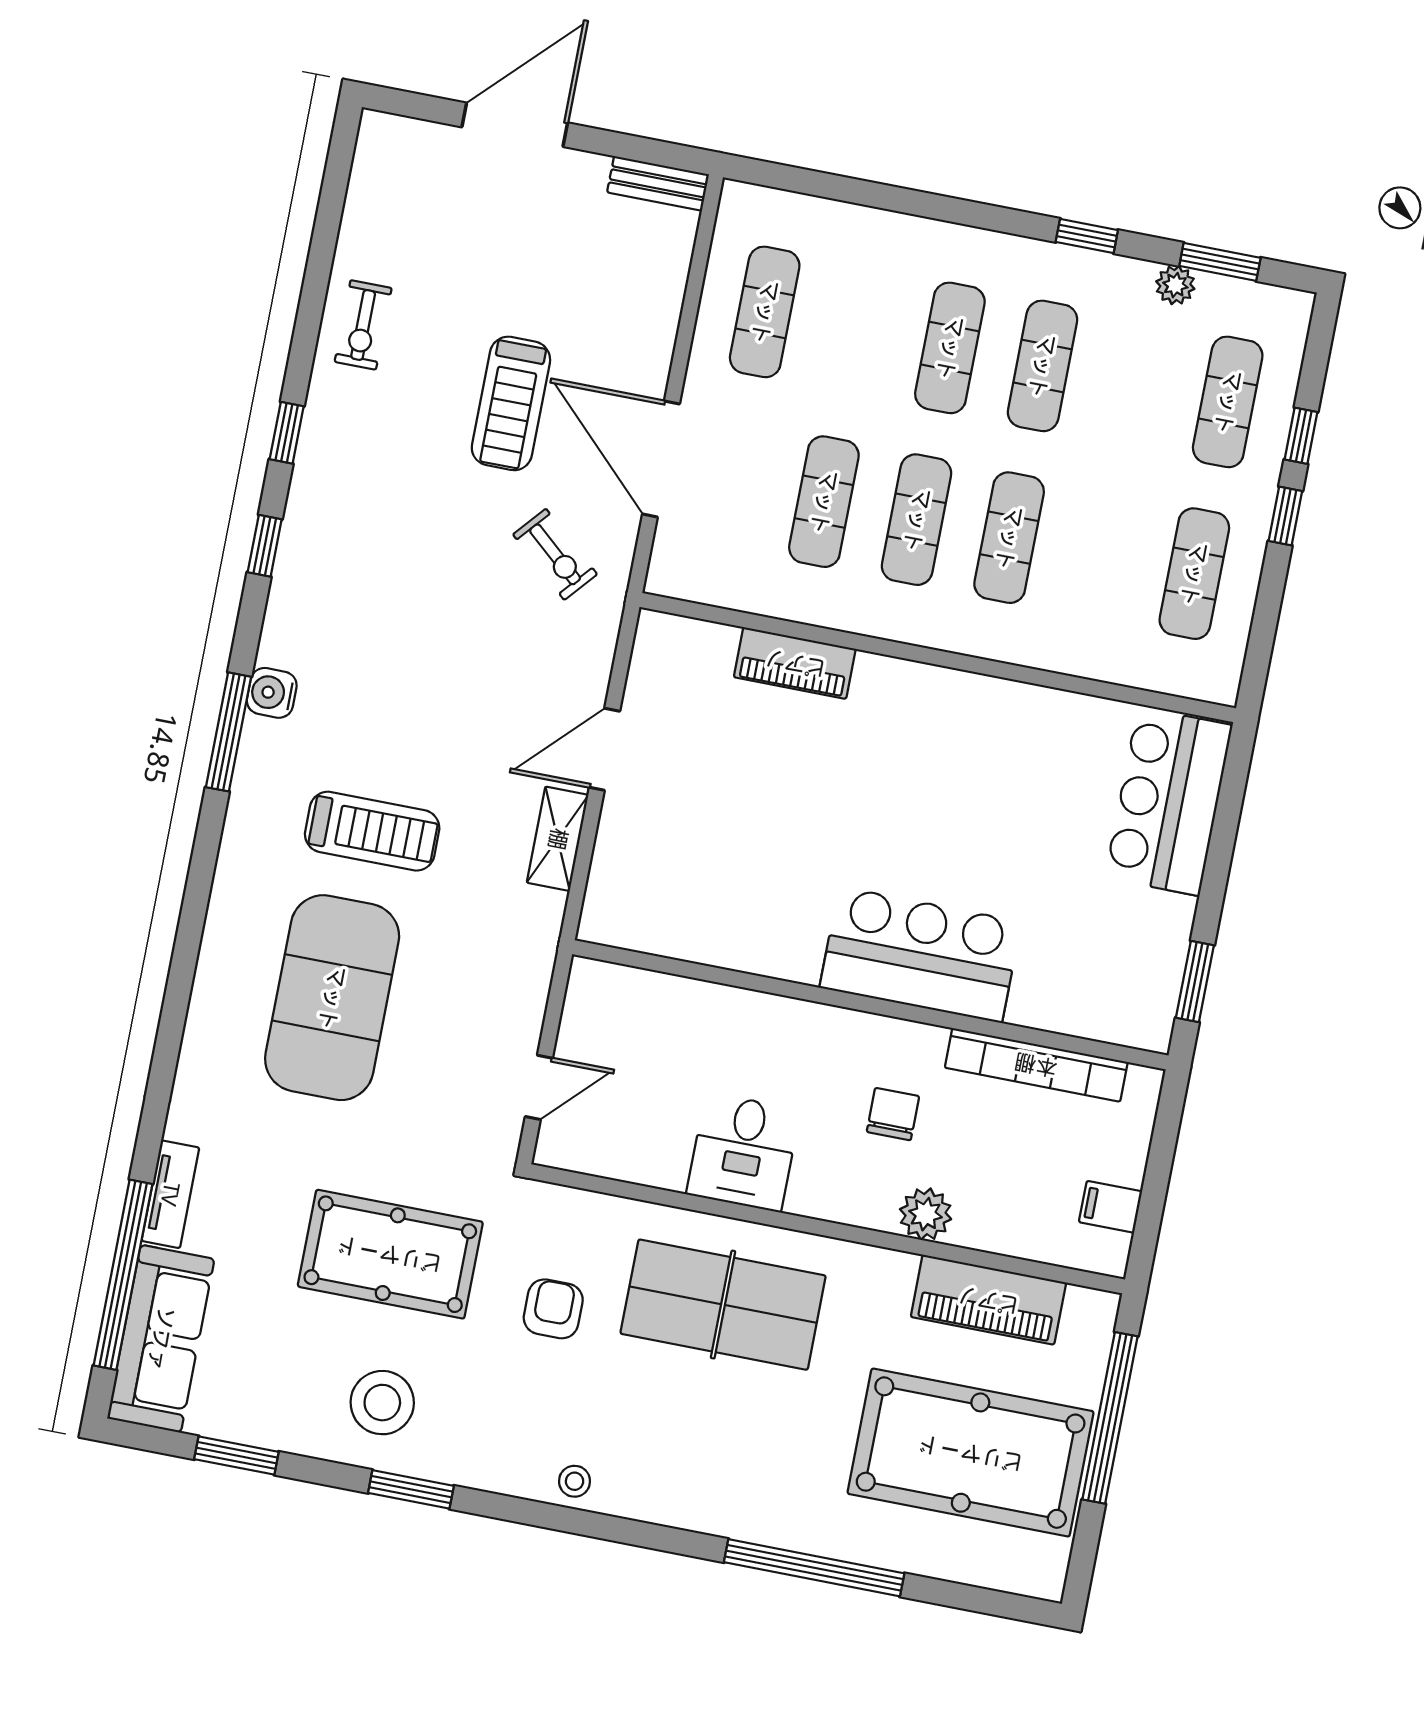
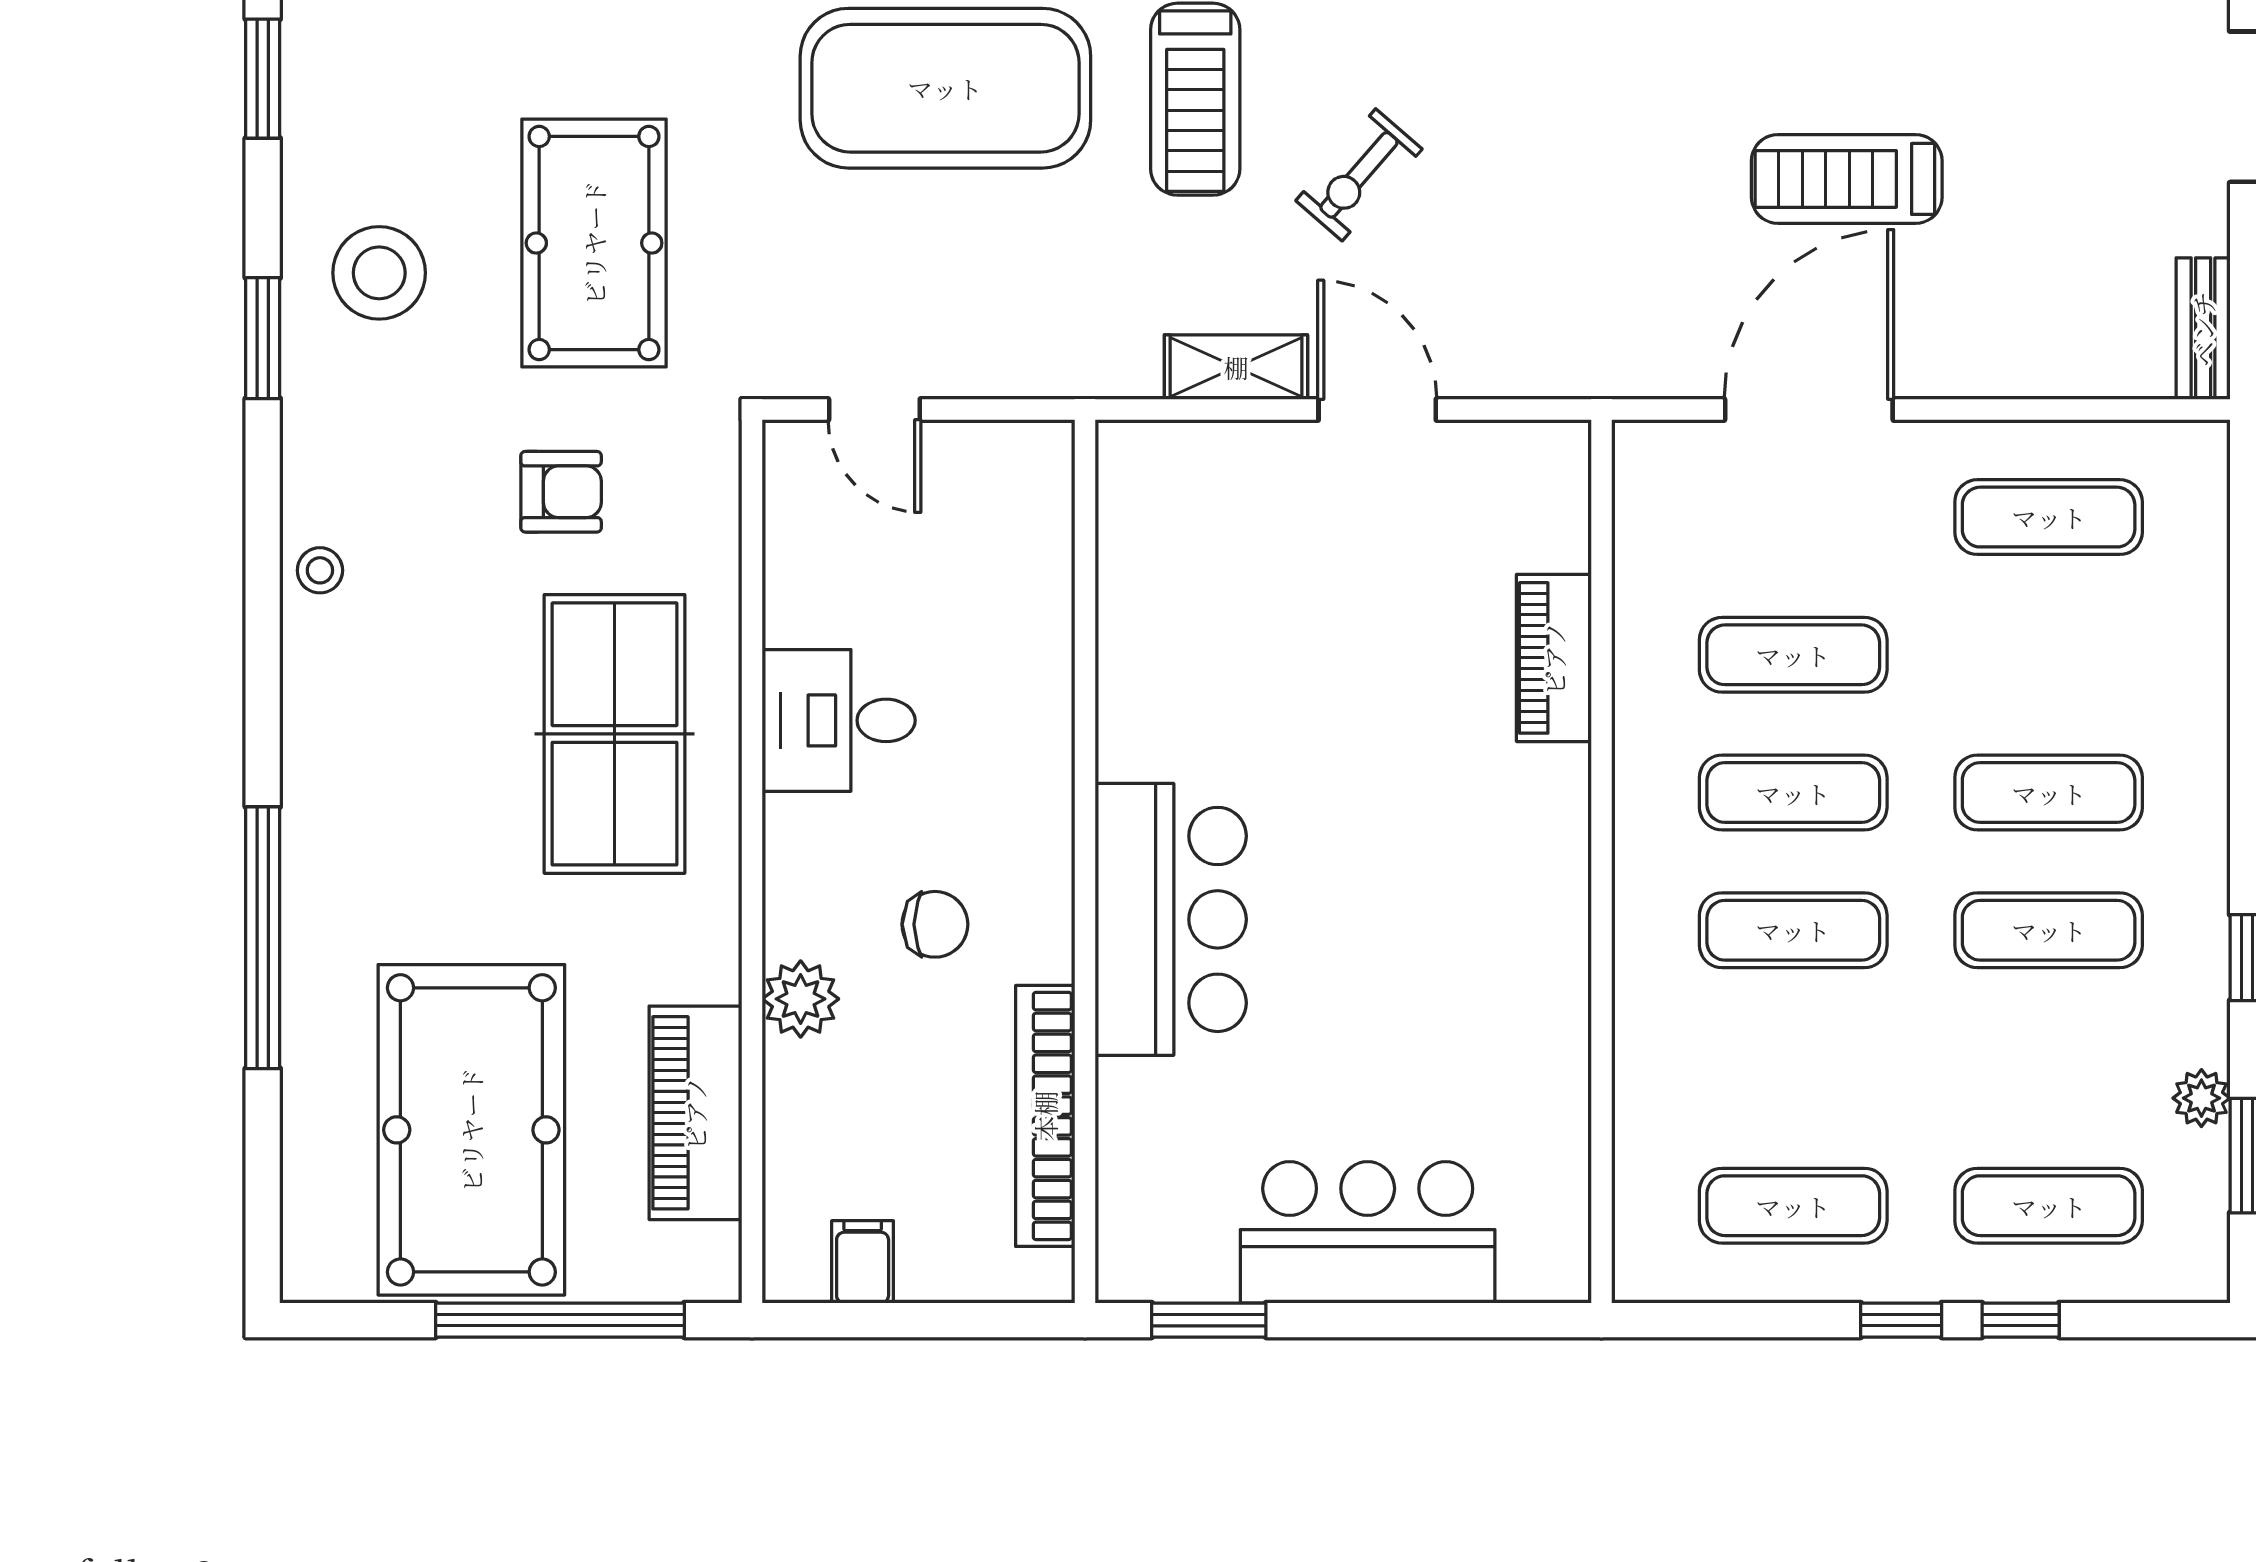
exercise bike: (555, 554) -> (1359, 175), moved
bar counter: (1169, 801) -> (1368, 1232), moved

